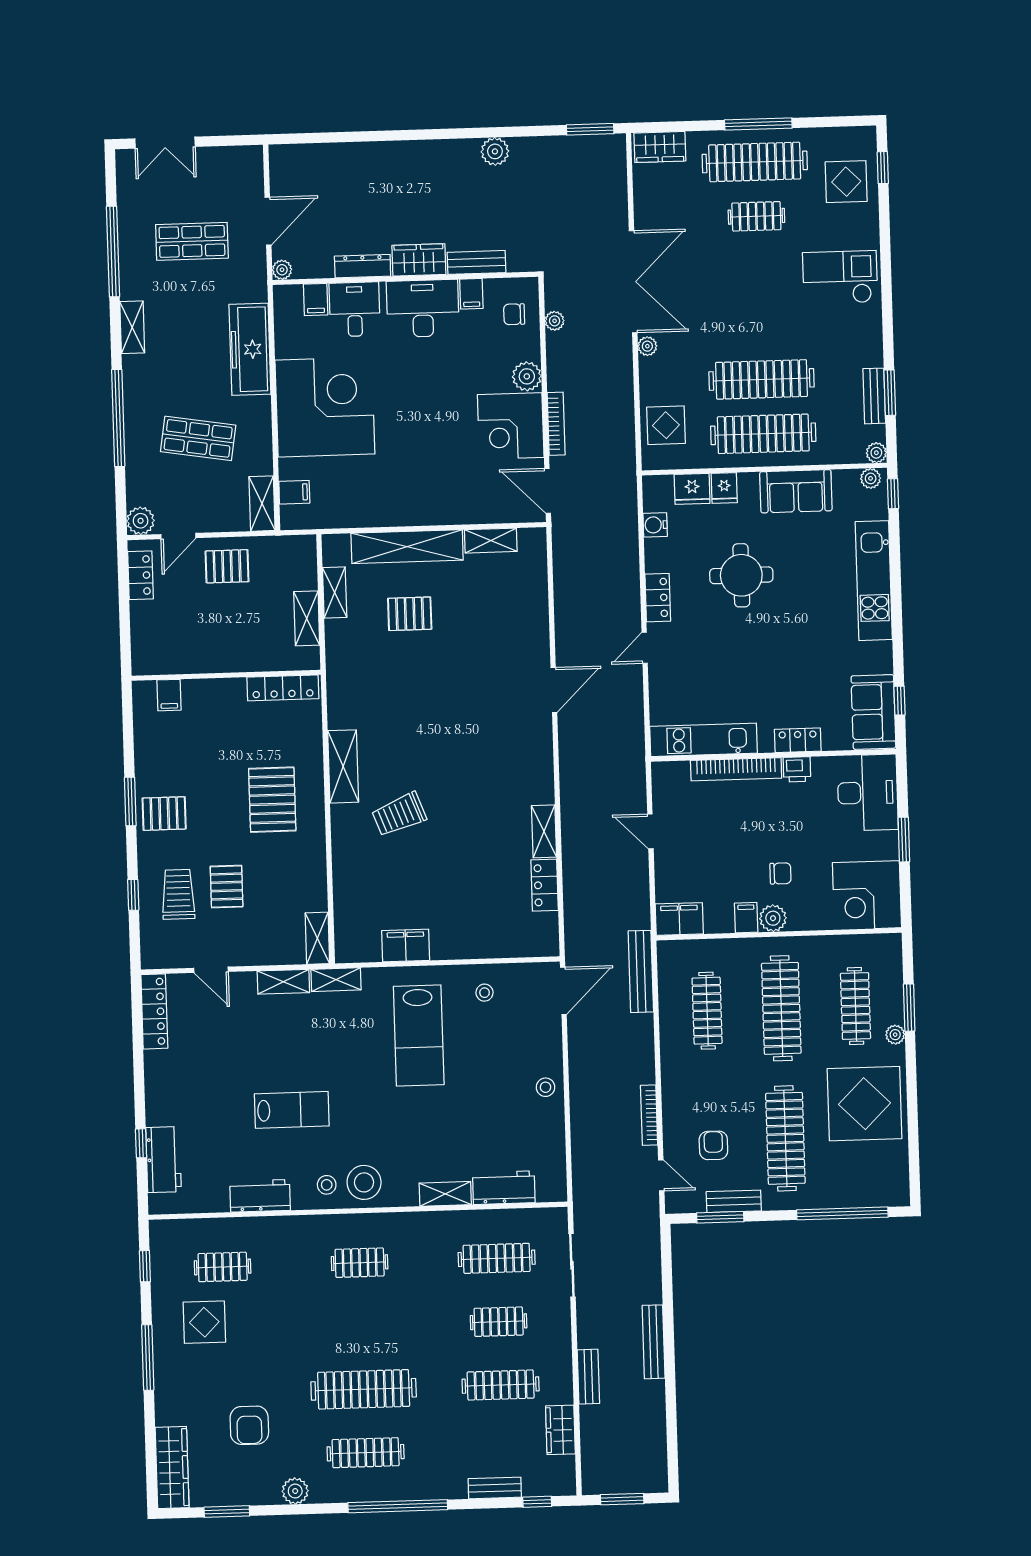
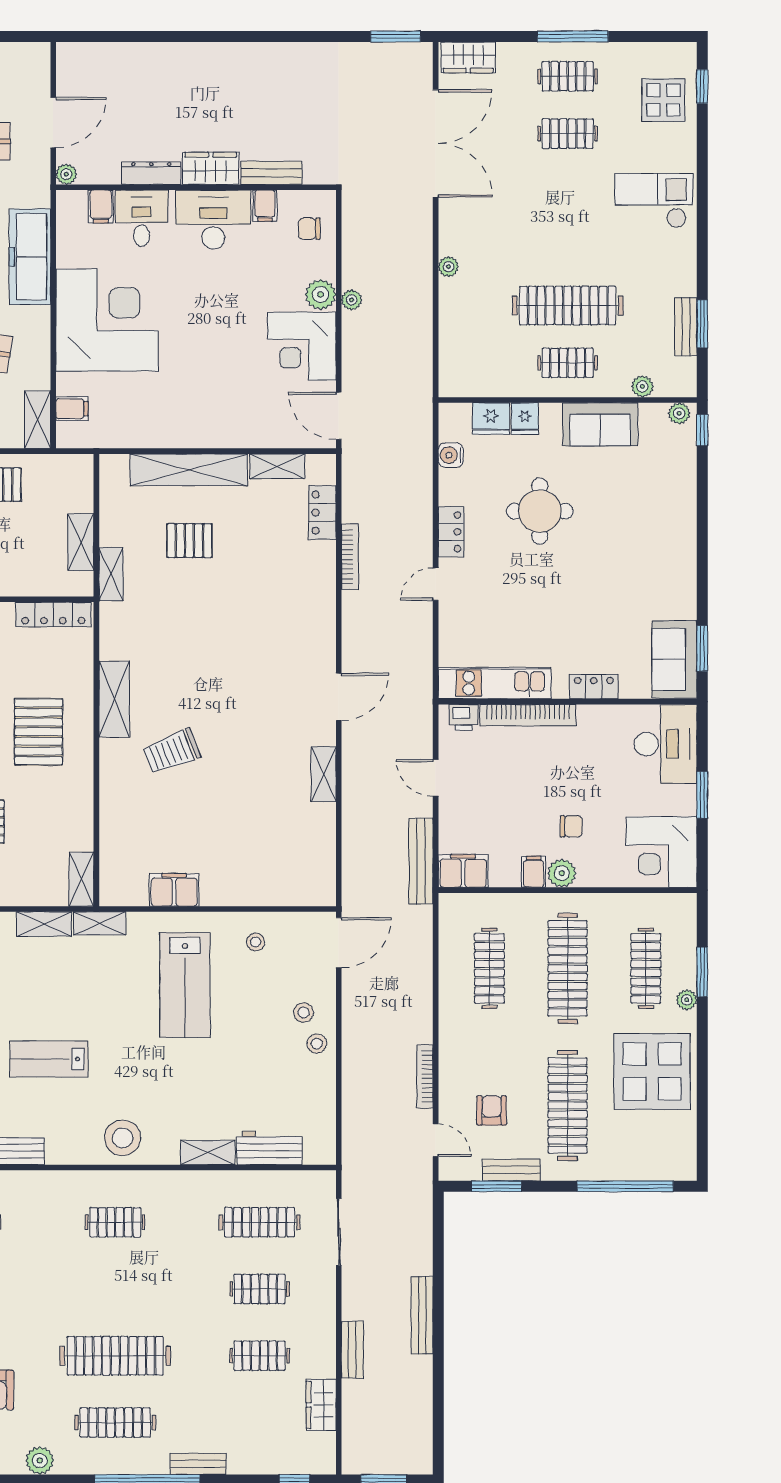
plant: (495, 151) -> (294, 57), removed
clothes rail: (755, 162) -> (568, 76), width x0.54, depth x0.76
double door: (633, 282) -> (436, 143), moved
plant: (555, 321) -> (352, 300), moved
bookcase: (556, 424) -> (350, 557), moved
display table: (666, 425) -> (465, 351), removed
clothes rail: (763, 434) -> (568, 363), width x0.54, depth x0.76
plant: (876, 453) -> (642, 387), moved
kitchen unit: (874, 581) -> (679, 521), removed
shelving: (335, 592) -> (111, 574), moved
door: (554, 690) -> (339, 697), moved
window: (899, 701) -> (702, 648), width x1.50
printer: (797, 769) -> (464, 717), moved
locker: (545, 885) -> (322, 513), moved
bench: (641, 971) -> (421, 861), moved
lab bench: (292, 1110) -> (49, 1059), turned 180
stool: (327, 1185) -> (303, 1013), moved
clothes rail: (501, 1385) -> (260, 1356), width x0.73
bench: (495, 1488) -> (198, 1464), moved

